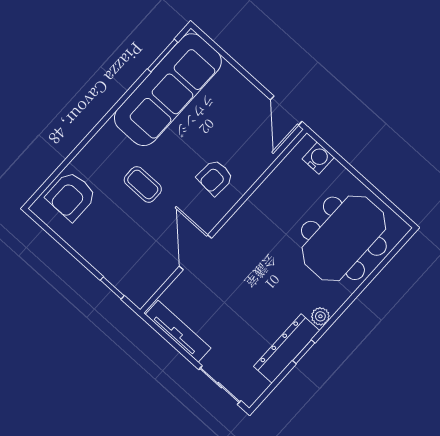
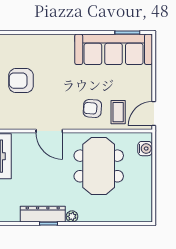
coffee table: (143, 184) -> (118, 112), moved
armchair: (71, 196) -> (21, 81), moved
meeting table: (344, 238) -> (99, 166), moved, turned 90
door: (195, 252) -> (49, 131), swing flipped

